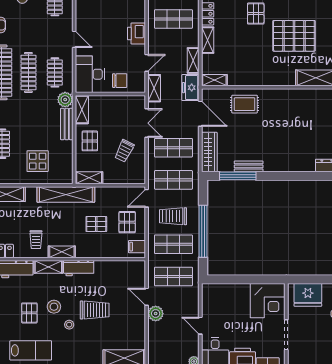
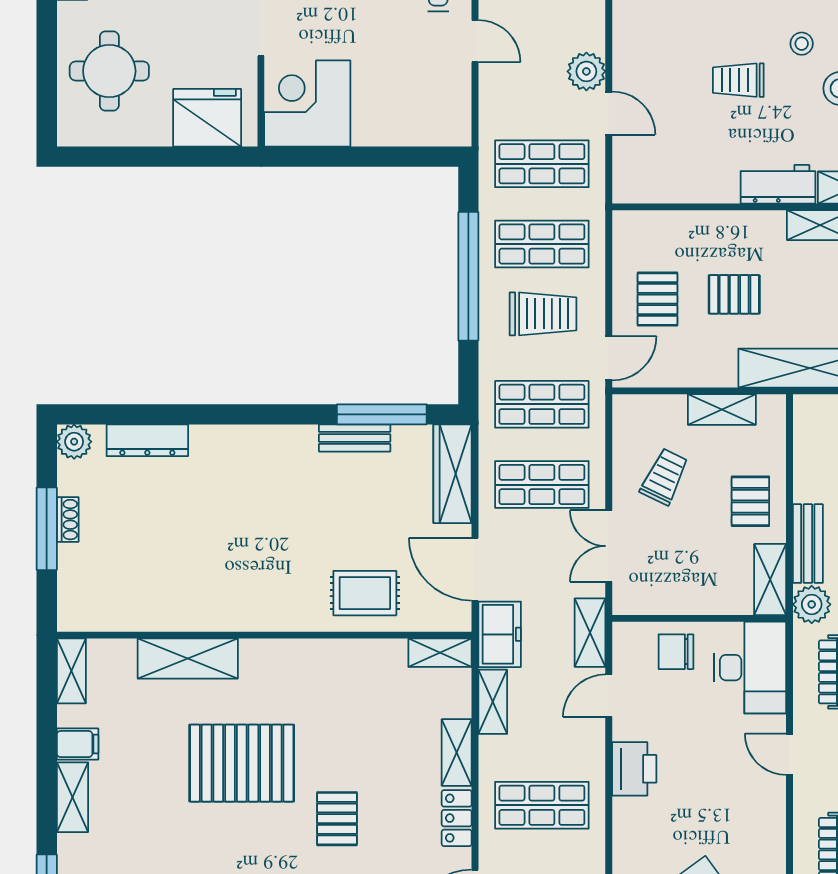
shelving: (89, 178) -> (722, 410), moved
filing cabinet: (137, 247) -> (633, 238), removed
trolley: (95, 310) -> (738, 80), width x0.73, depth x0.72

